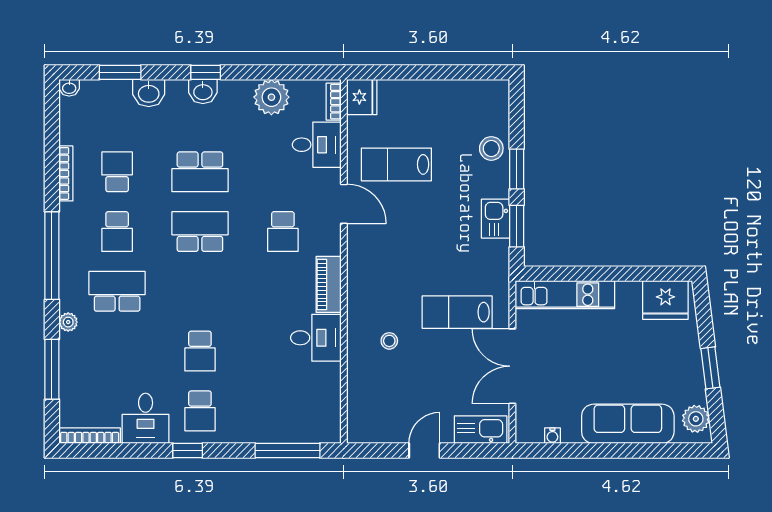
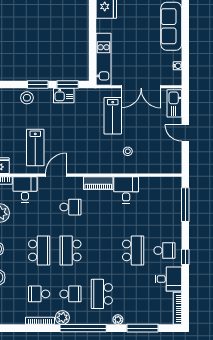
plant: (72, 216) -> (62, 317), added
school desk: (200, 351) -> (133, 250), width x1.85

